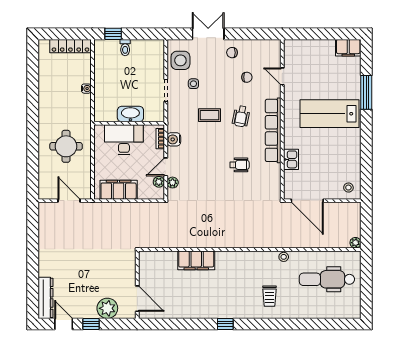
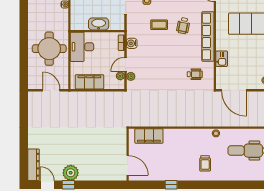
desk: (124, 140) -> (82, 47), moved, turned -90
round table: (66, 146) -> (49, 49), width x1.36, depth x1.36
wheelchair: (239, 165) -> (195, 74), moved
wall: (137, 285) -> (128, 155), moved
door: (137, 299) -> (128, 165), moved
plant: (107, 308) -> (71, 173), moved

